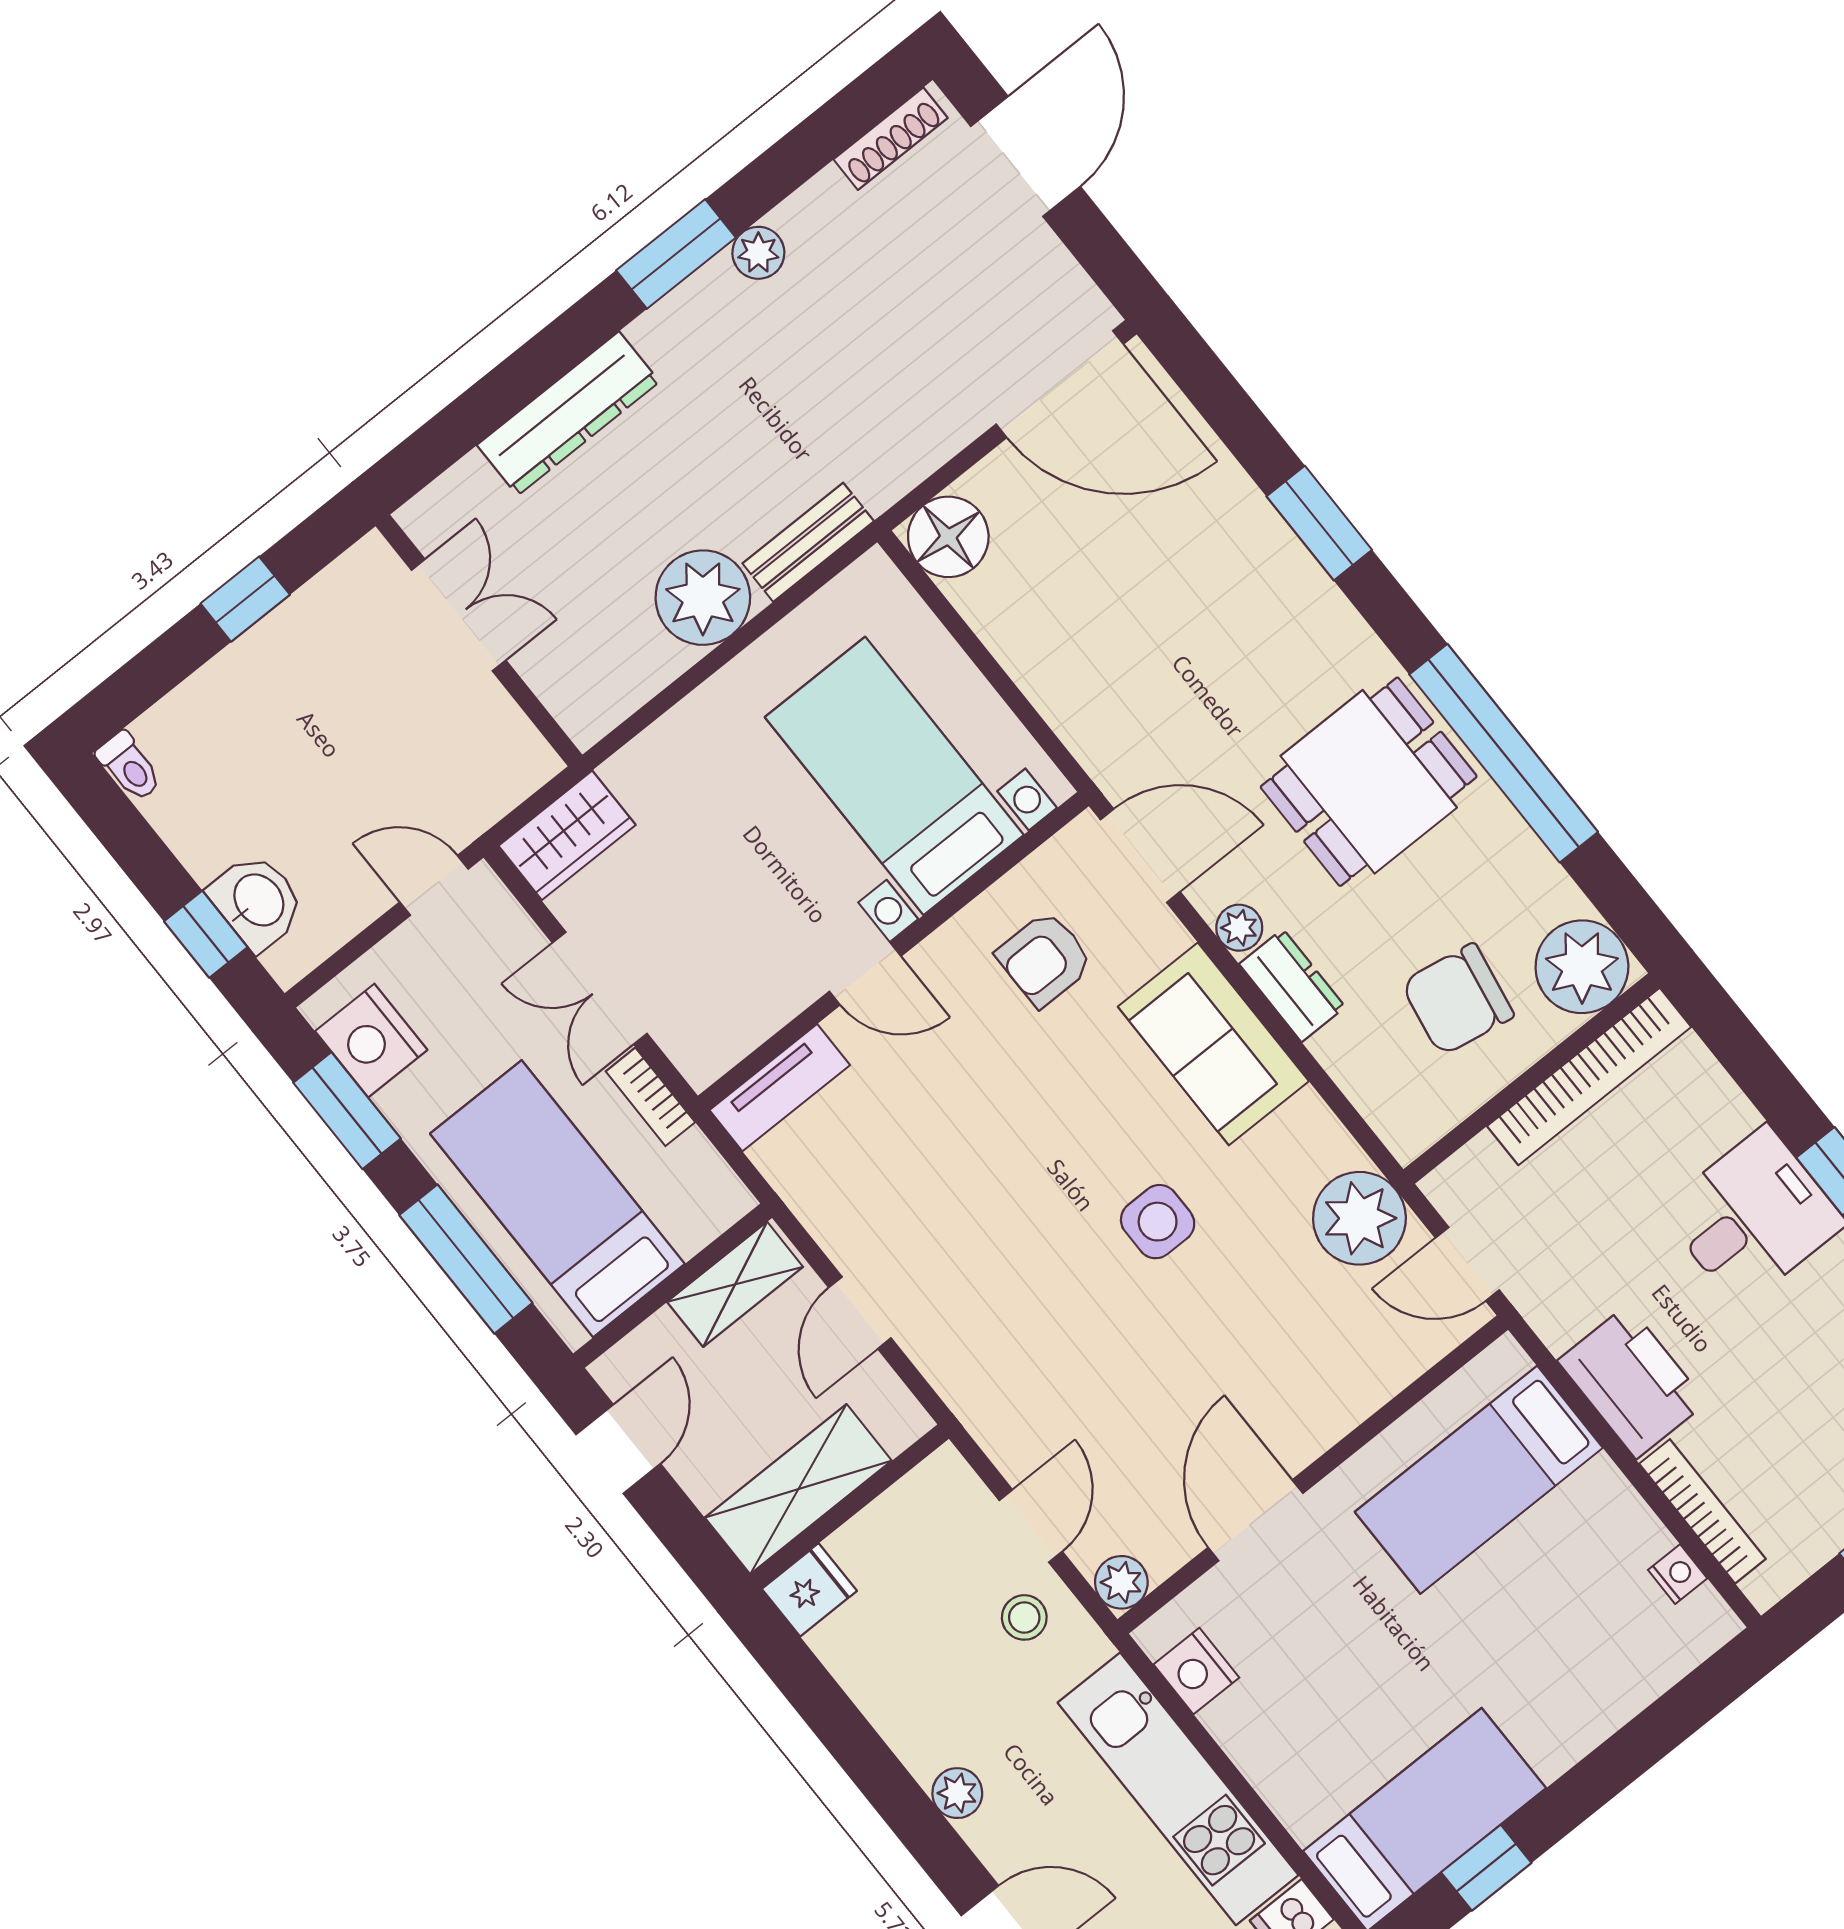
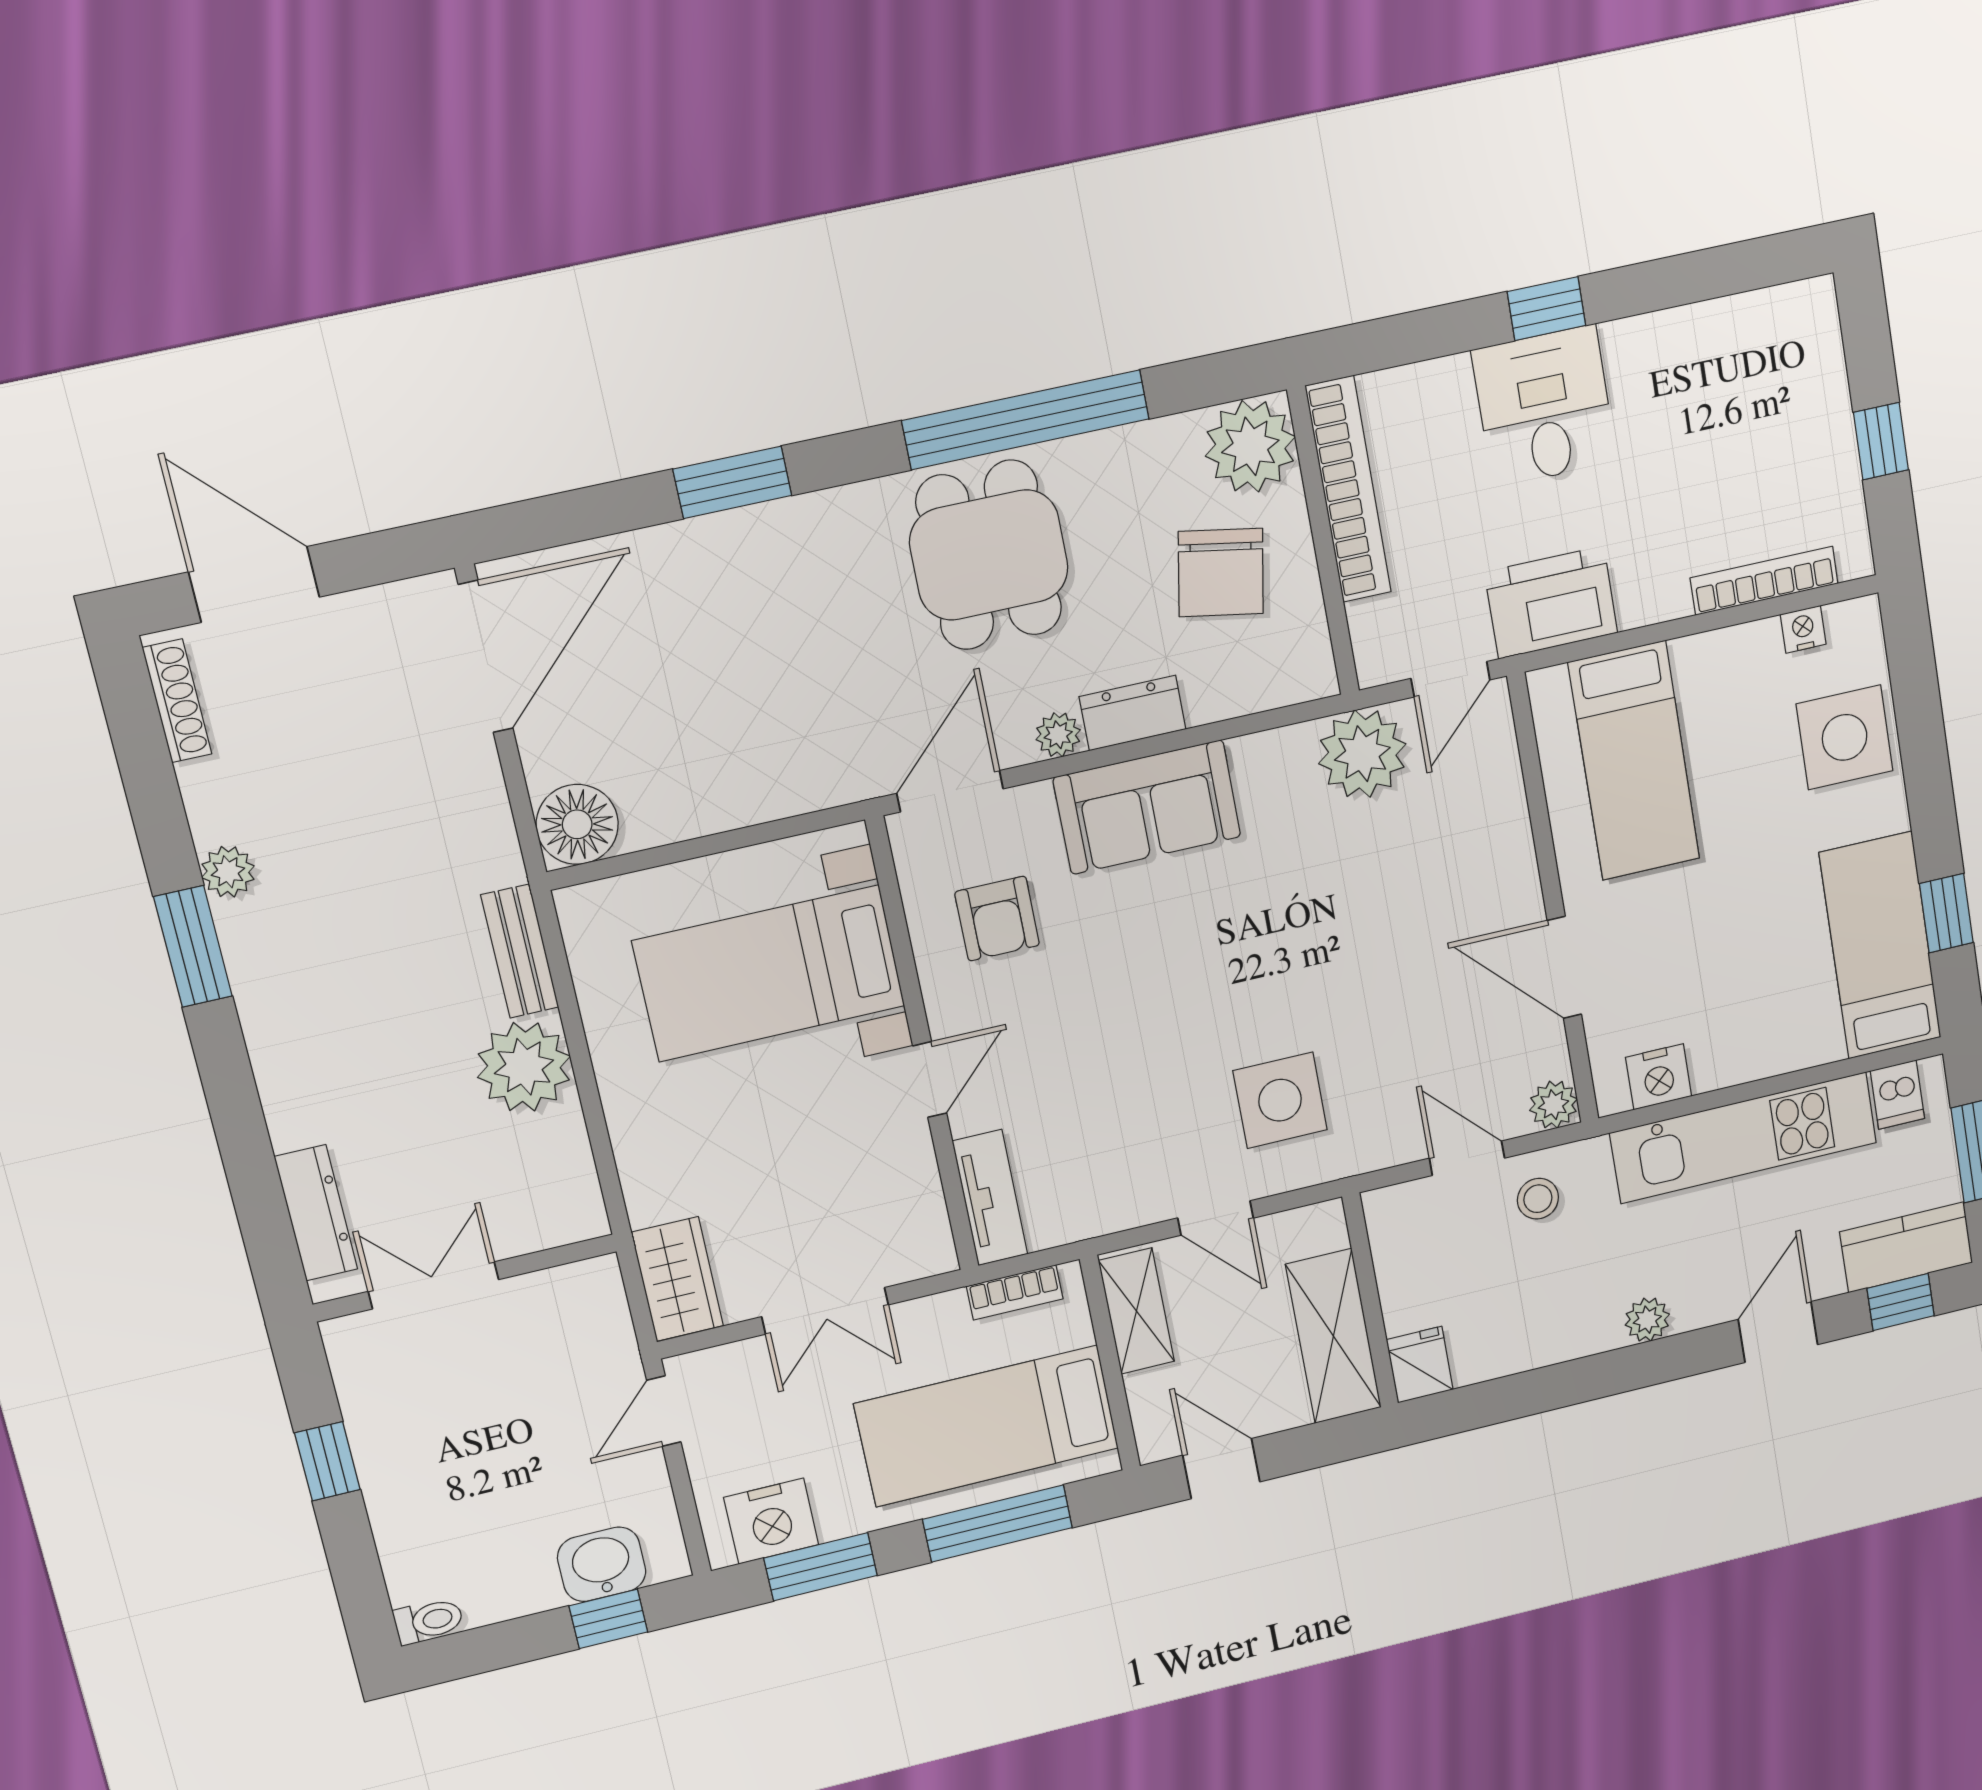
dresser: (568, 413) -> (316, 1213), moved, width x0.73, depth x0.80
bookcase: (650, 1097) -> (1015, 1292), moved
side table: (1158, 1222) -> (1280, 1100), moved, width x1.37, depth x1.37
printer: (1632, 1382) -> (1551, 603), moved
side table: (1600, 1671) -> (1845, 737), added

